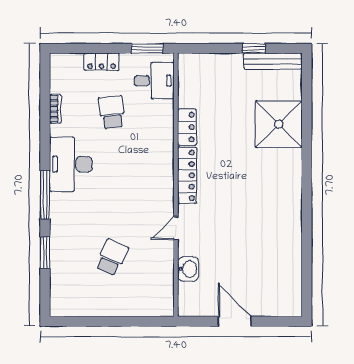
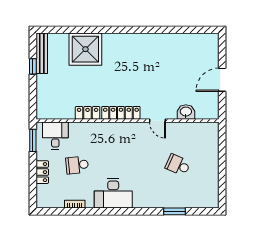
window: (45, 195) -> (134, 211), removed

